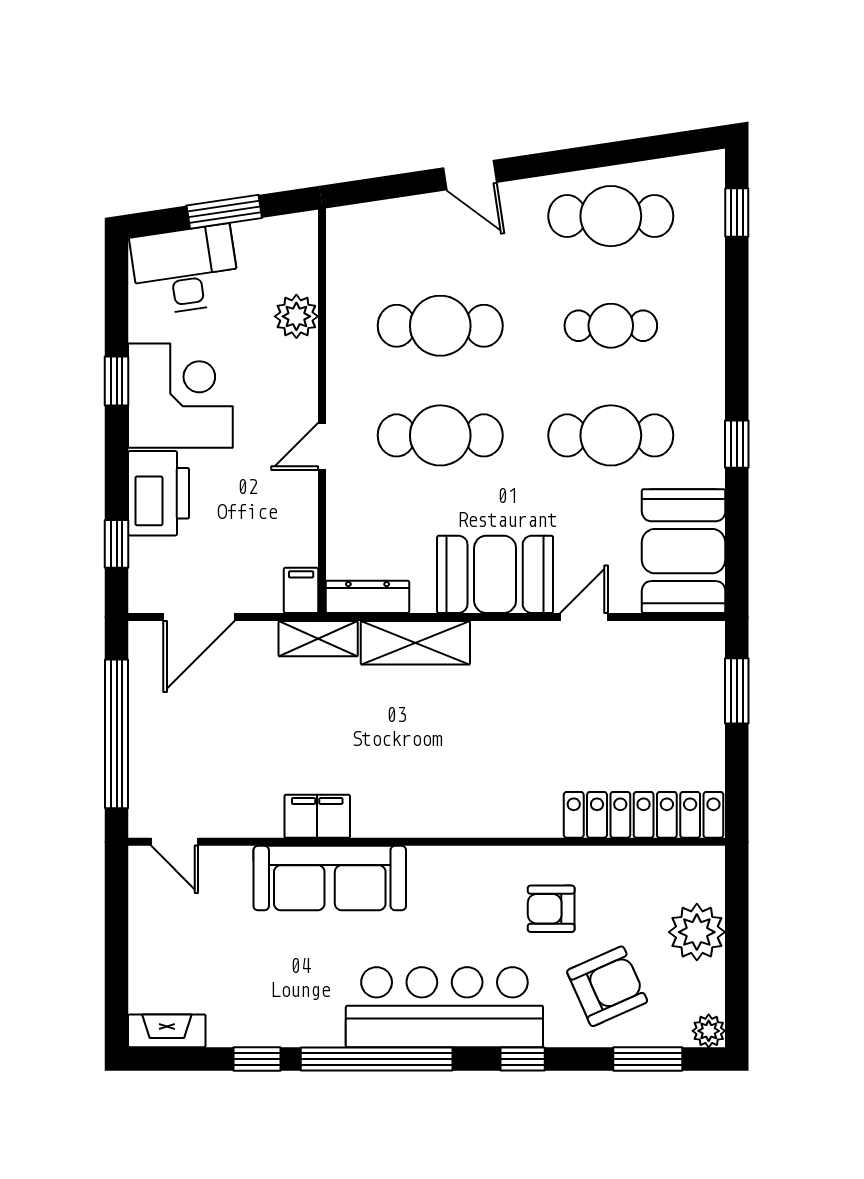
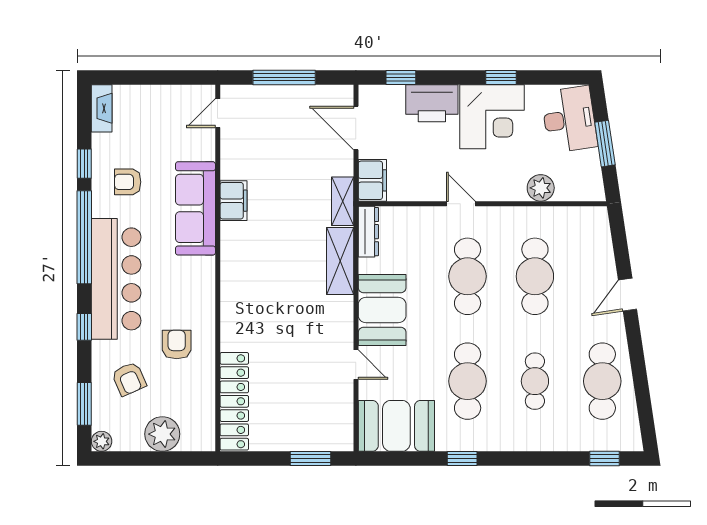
filing cabinet: (301, 590) -> (372, 180), width x2.00
window: (117, 734) -> (284, 77), width x0.68
armchair: (607, 986) -> (129, 379), width x0.72, depth x0.72
armchair: (287, 988) -> (128, 182), added

